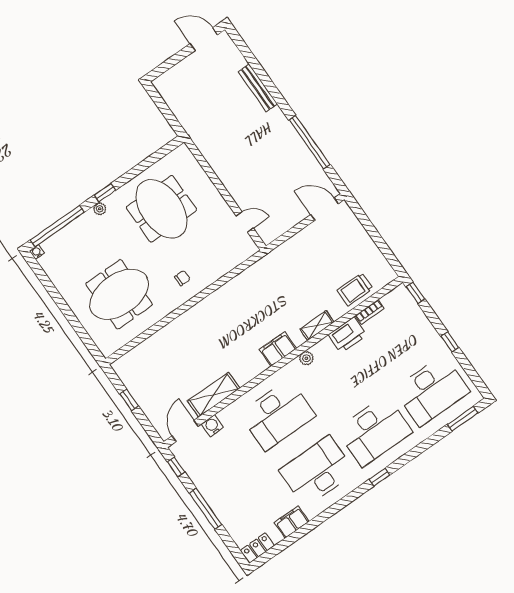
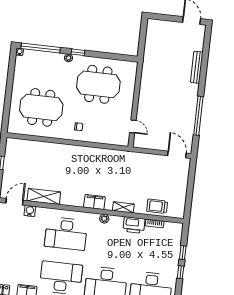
meeting table: (161, 209) -> (98, 84), turned 90
window: (415, 293) -> (183, 253), moved

